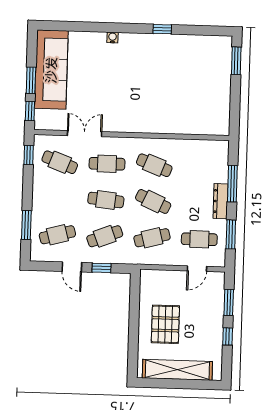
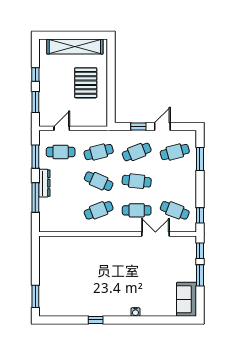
sofa: (51, 70) -> (186, 299), width x0.54, depth x0.79
double door: (85, 134) -> (155, 234), swing flipped
cafe table: (154, 165) -> (99, 210), turned -42
door: (72, 267) -> (162, 127), hinge flipped

